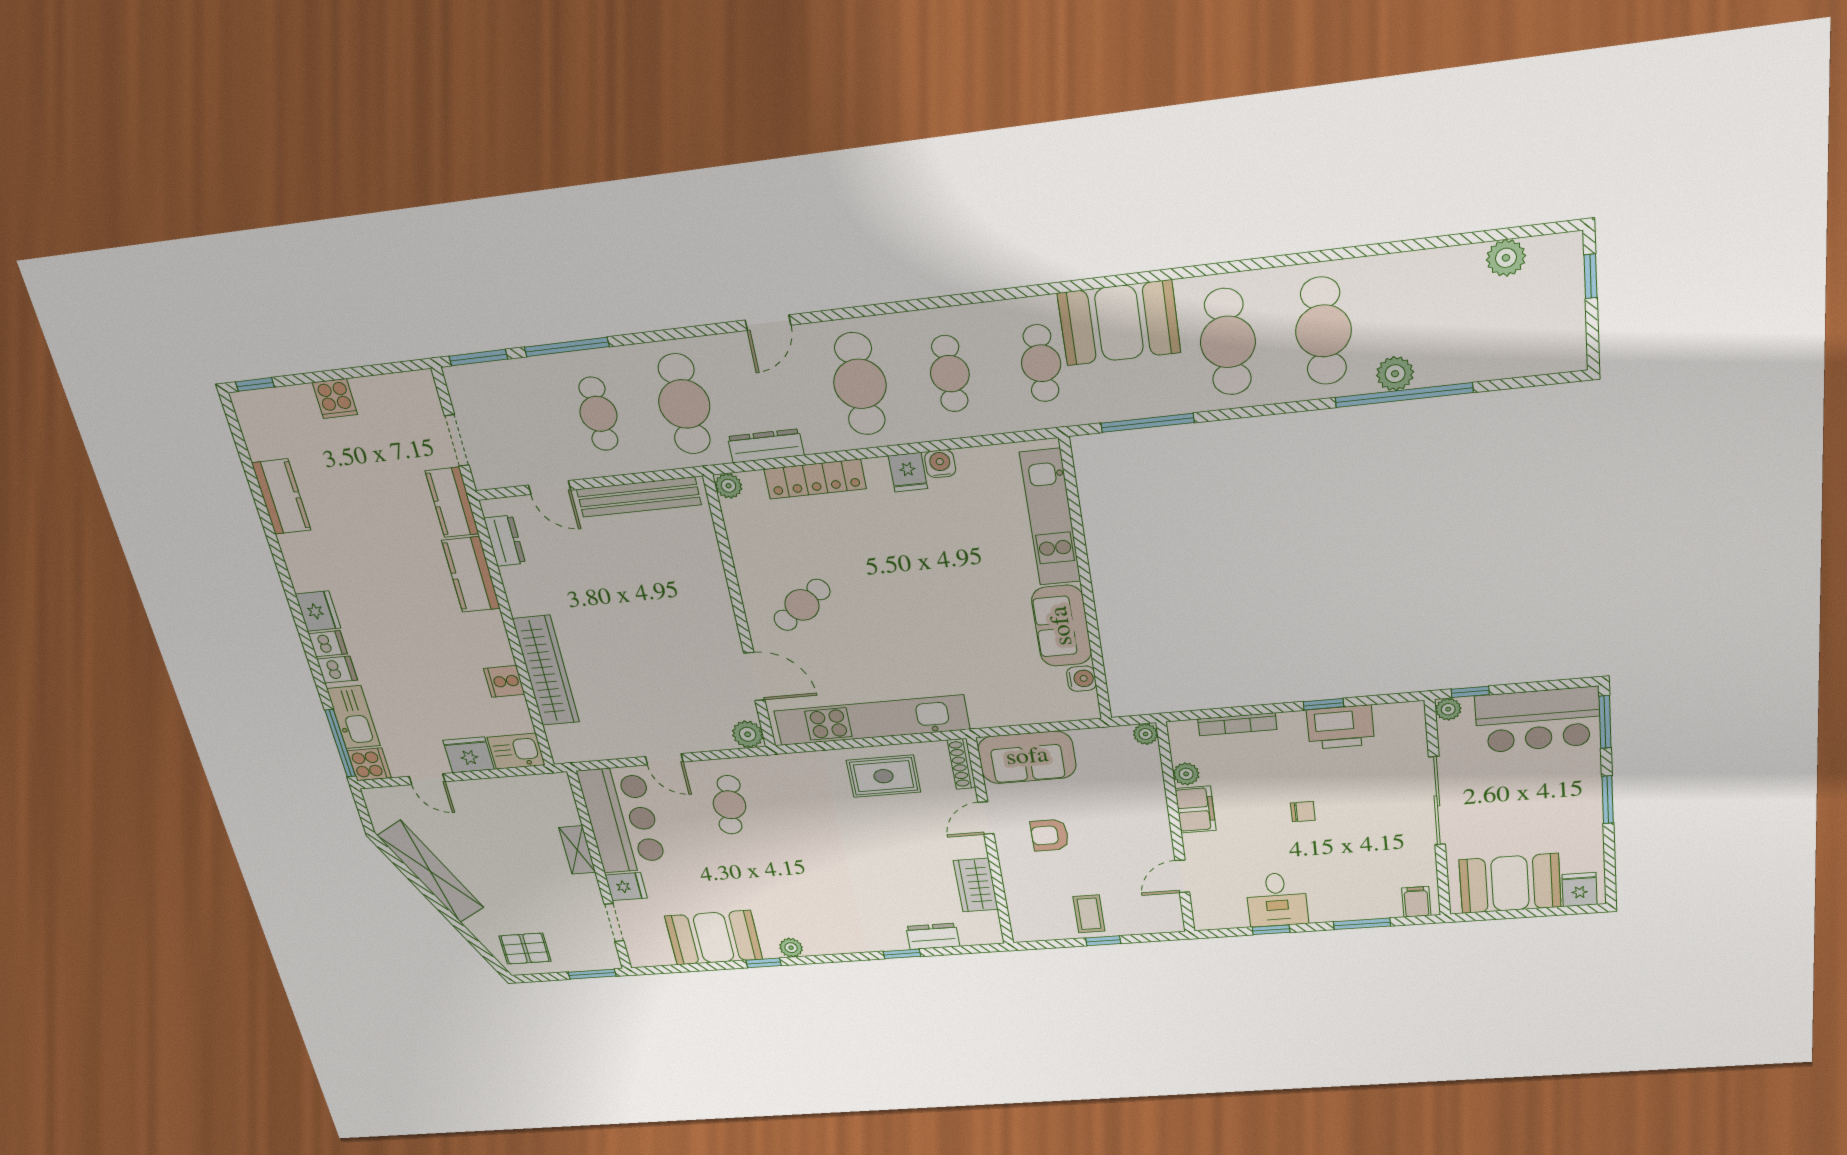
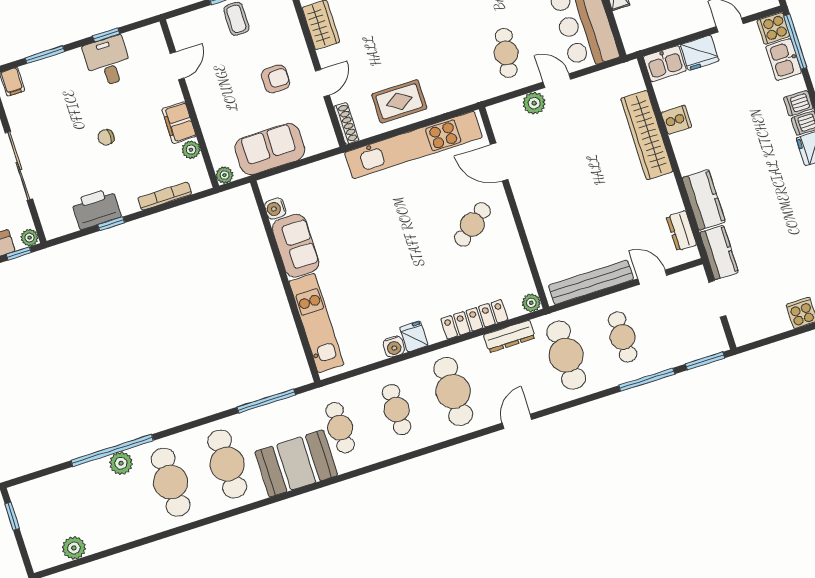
window: (1590, 276) -> (12, 516), moved
kitchen sink: (353, 717) -> (784, 60), width x0.73
plant: (748, 734) -> (534, 103), moved
sofa: (1027, 757) -> (270, 149), moved

